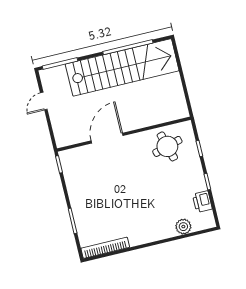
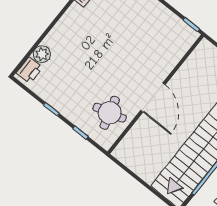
door: (107, 138) -> (153, 98), moved
printer: (202, 202) -> (29, 70), moved, turned 90

